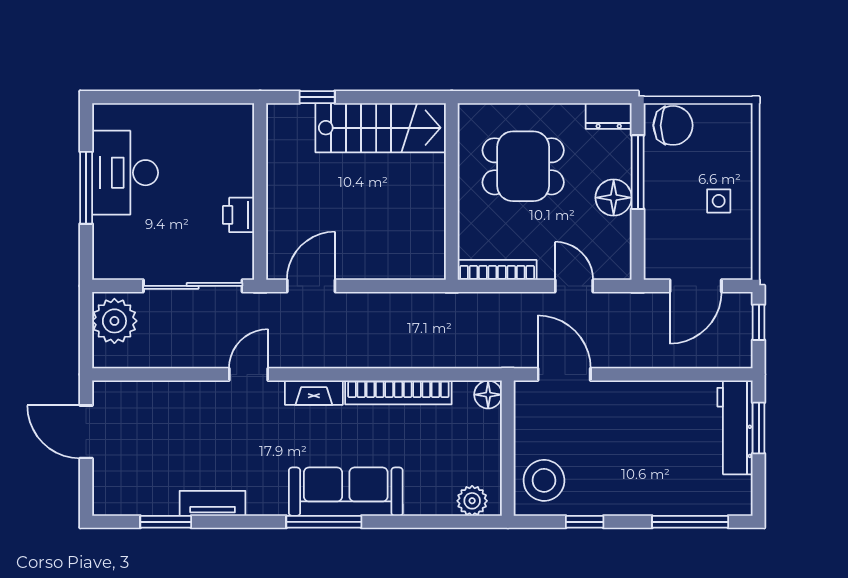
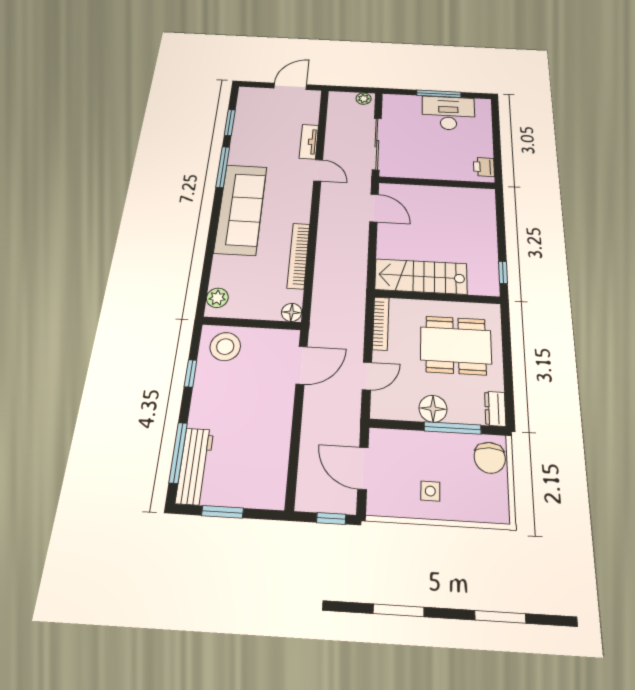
window: (317, 97) -> (503, 272), moved
stairs: (381, 128) -> (421, 277), moved, turned 90
dining table: (523, 166) -> (456, 345), width x1.38
printer: (239, 215) -> (484, 167), moved, turned -90
plant: (114, 321) -> (364, 99), width x0.53, depth x0.53
fireplace: (314, 393) -> (303, 206), removed
workbench: (735, 427) -> (195, 466), moved, turned 90
window: (759, 428) -> (222, 512), moved
sofa: (346, 492) -> (241, 209), width x1.36, depth x1.27
tv unit: (213, 503) -> (309, 142), moved, turned 180
window: (324, 522) -> (223, 167), moved

